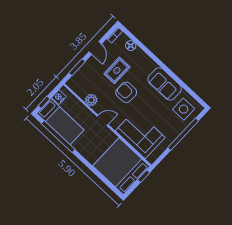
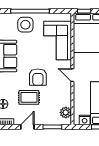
plant: (91, 100) -> (66, 112), moved
side table: (184, 109) -> (25, 25), moved

